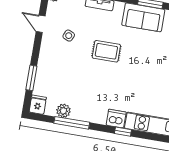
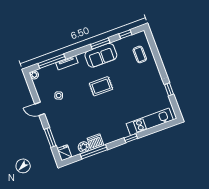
door: (41, 24) -> (40, 109), moved
rug: (106, 51) -> (101, 86), moved
dishwasher: (116, 119) -> (95, 142), moved

